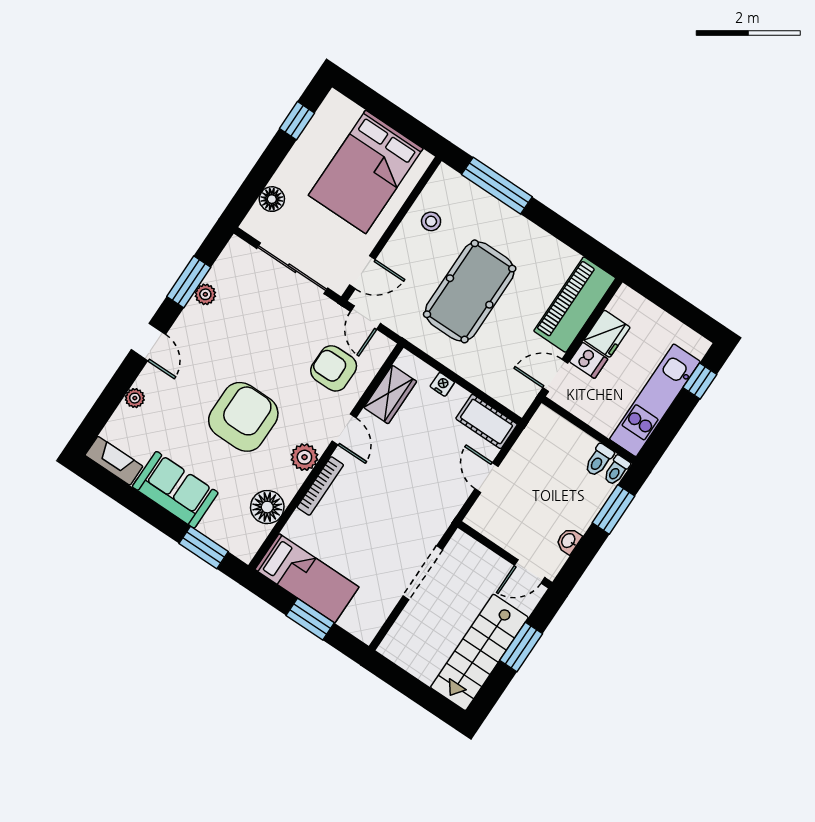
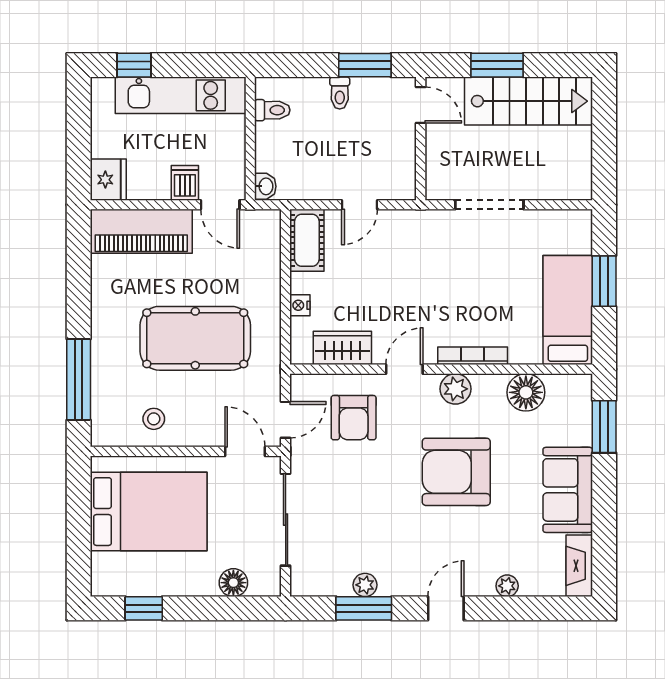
fridge: (607, 334) -> (108, 180), moved, turned 90
toilet: (616, 470) -> (340, 93), moved, turned 90
window: (614, 509) -> (365, 65), moved
washbasin: (569, 541) -> (265, 186), moved, turned -90

